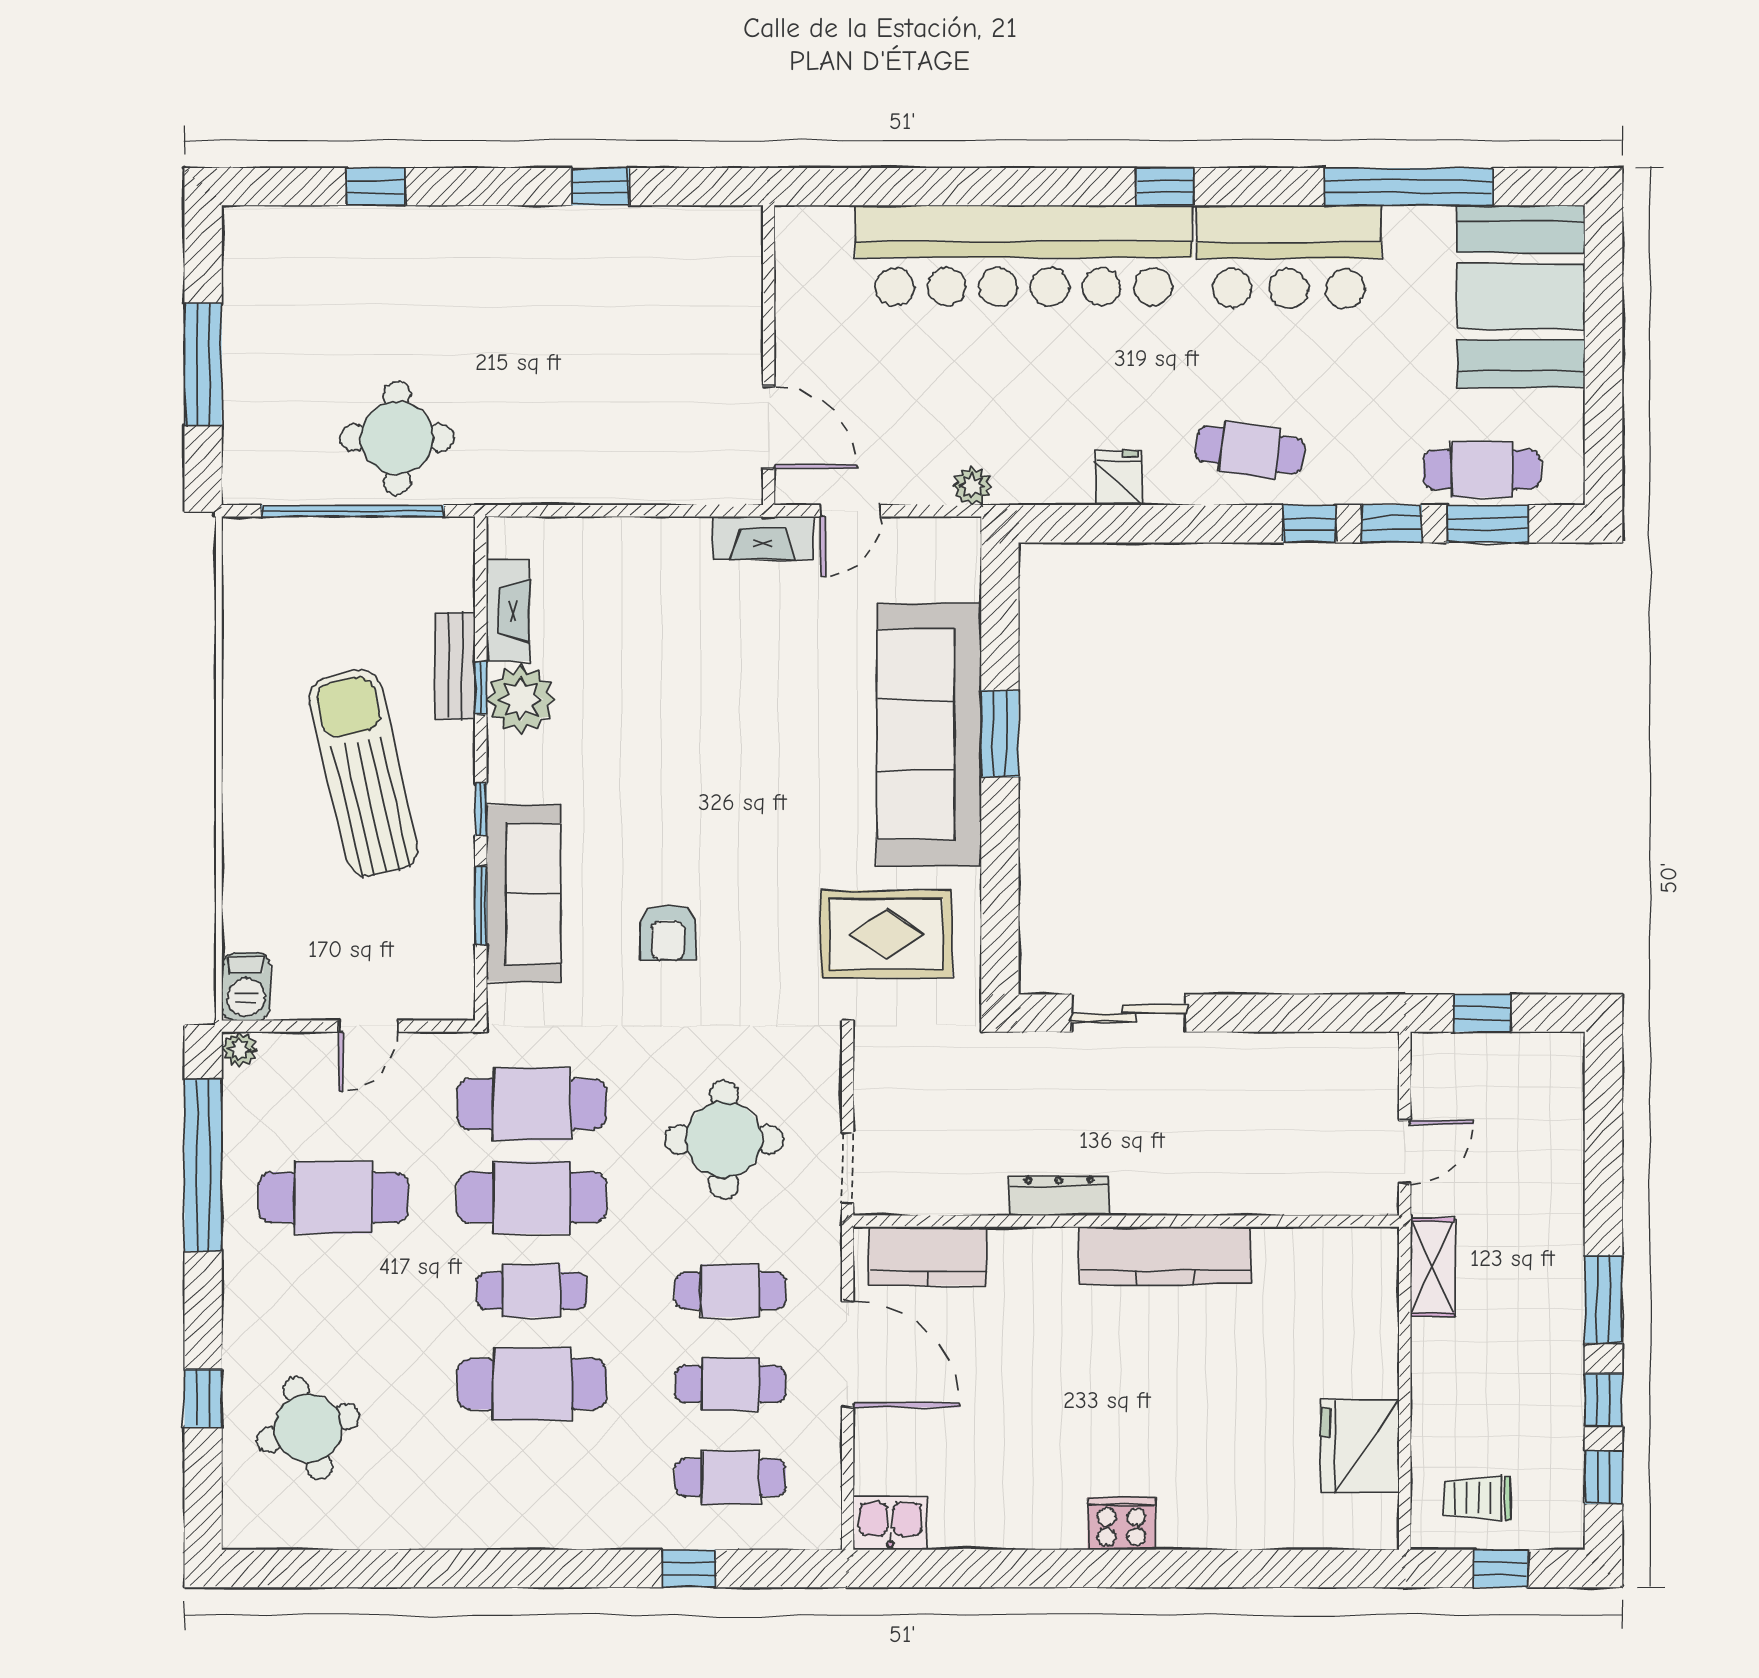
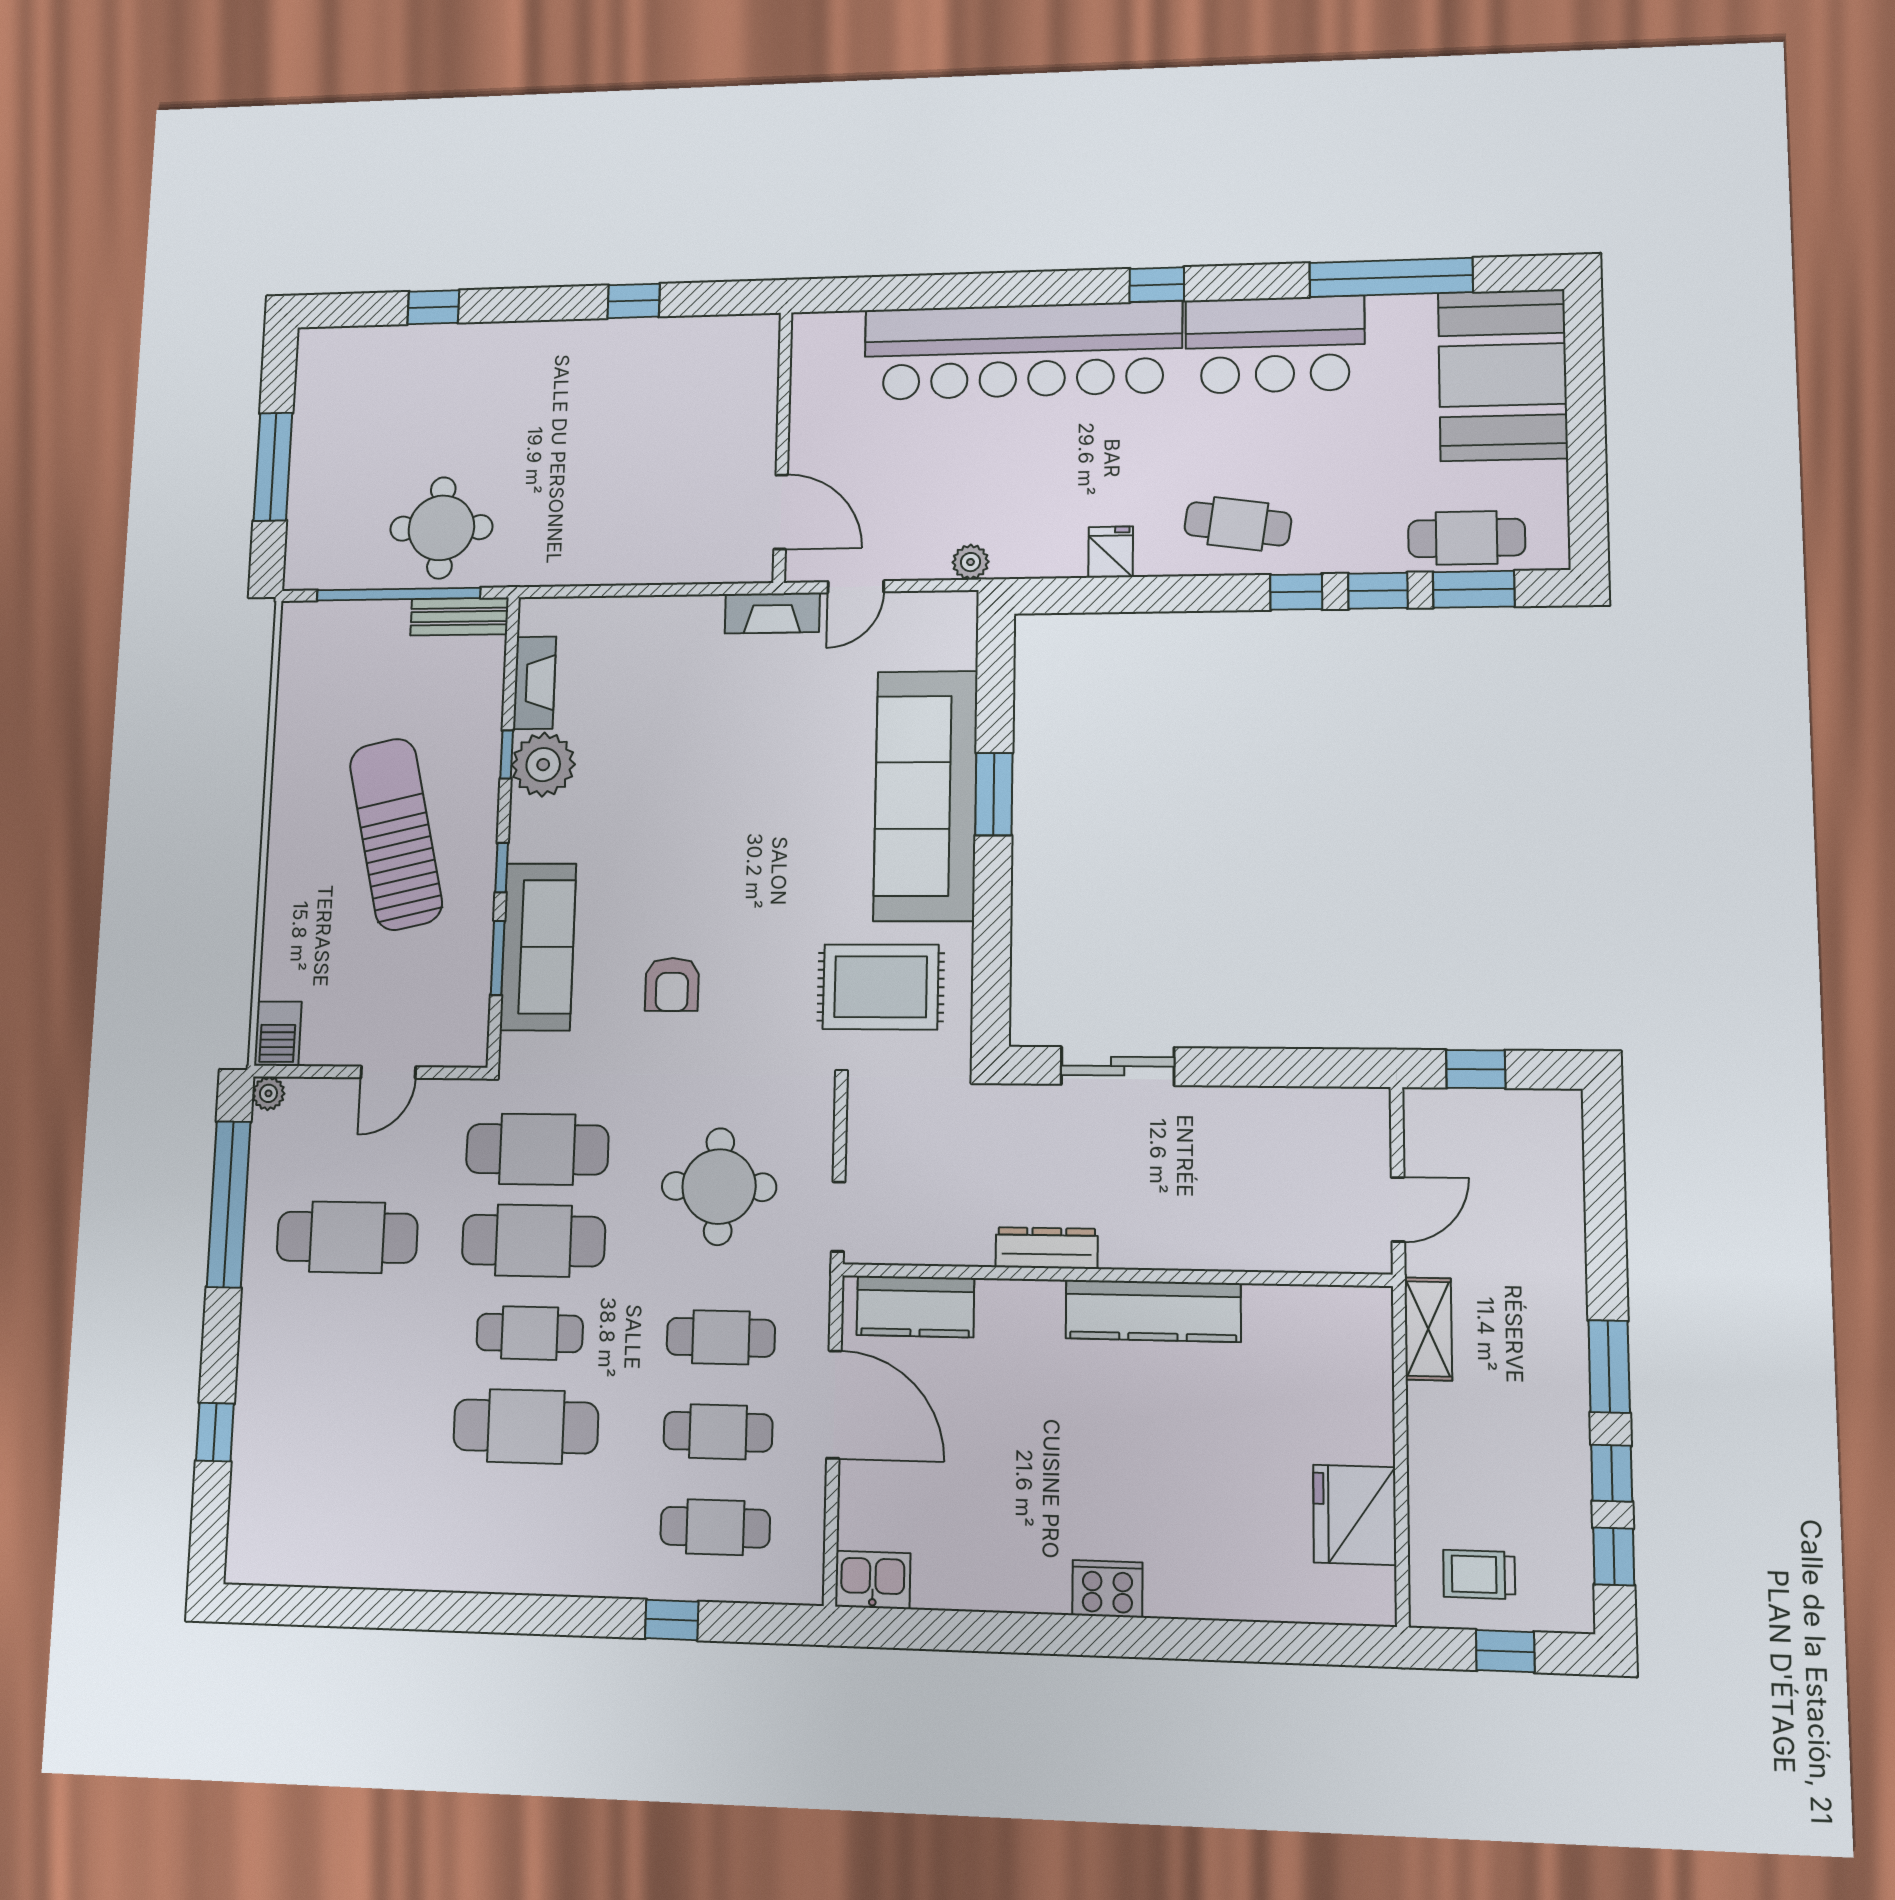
bench: (455, 666) -> (459, 617), moved, turned 90
round table: (308, 1428) -> (311, 1465), removed

